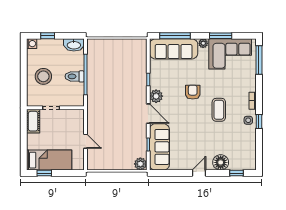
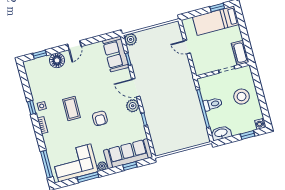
window: (175, 36) -> (130, 166), width x0.46
sofa: (159, 147) -> (116, 54), width x0.73

